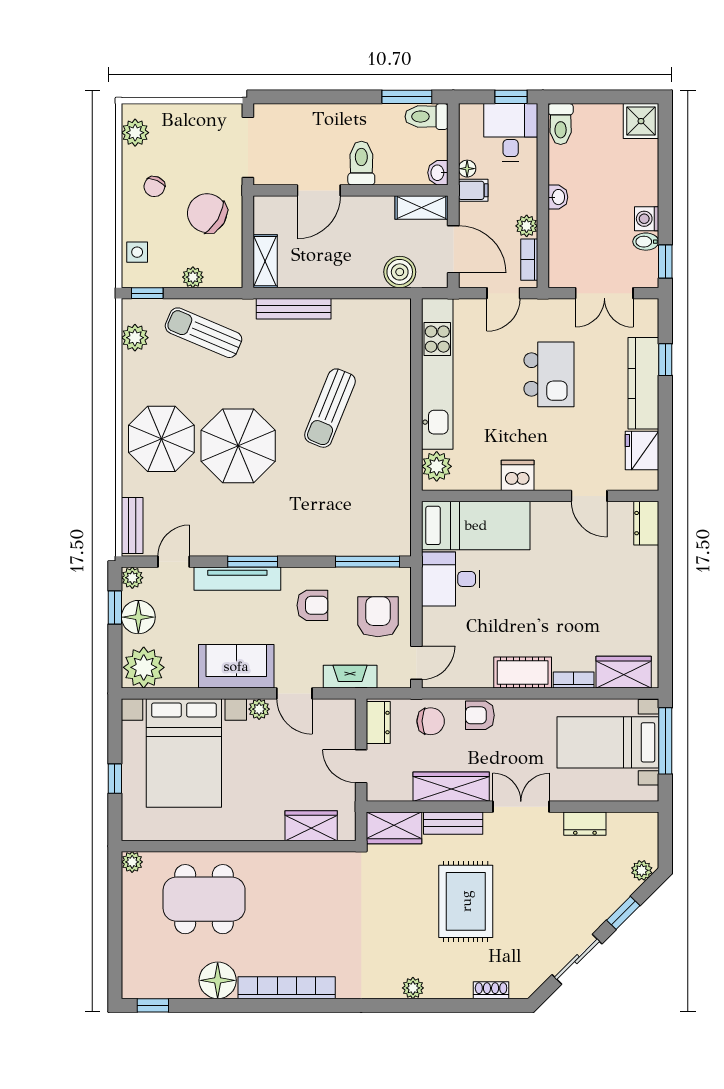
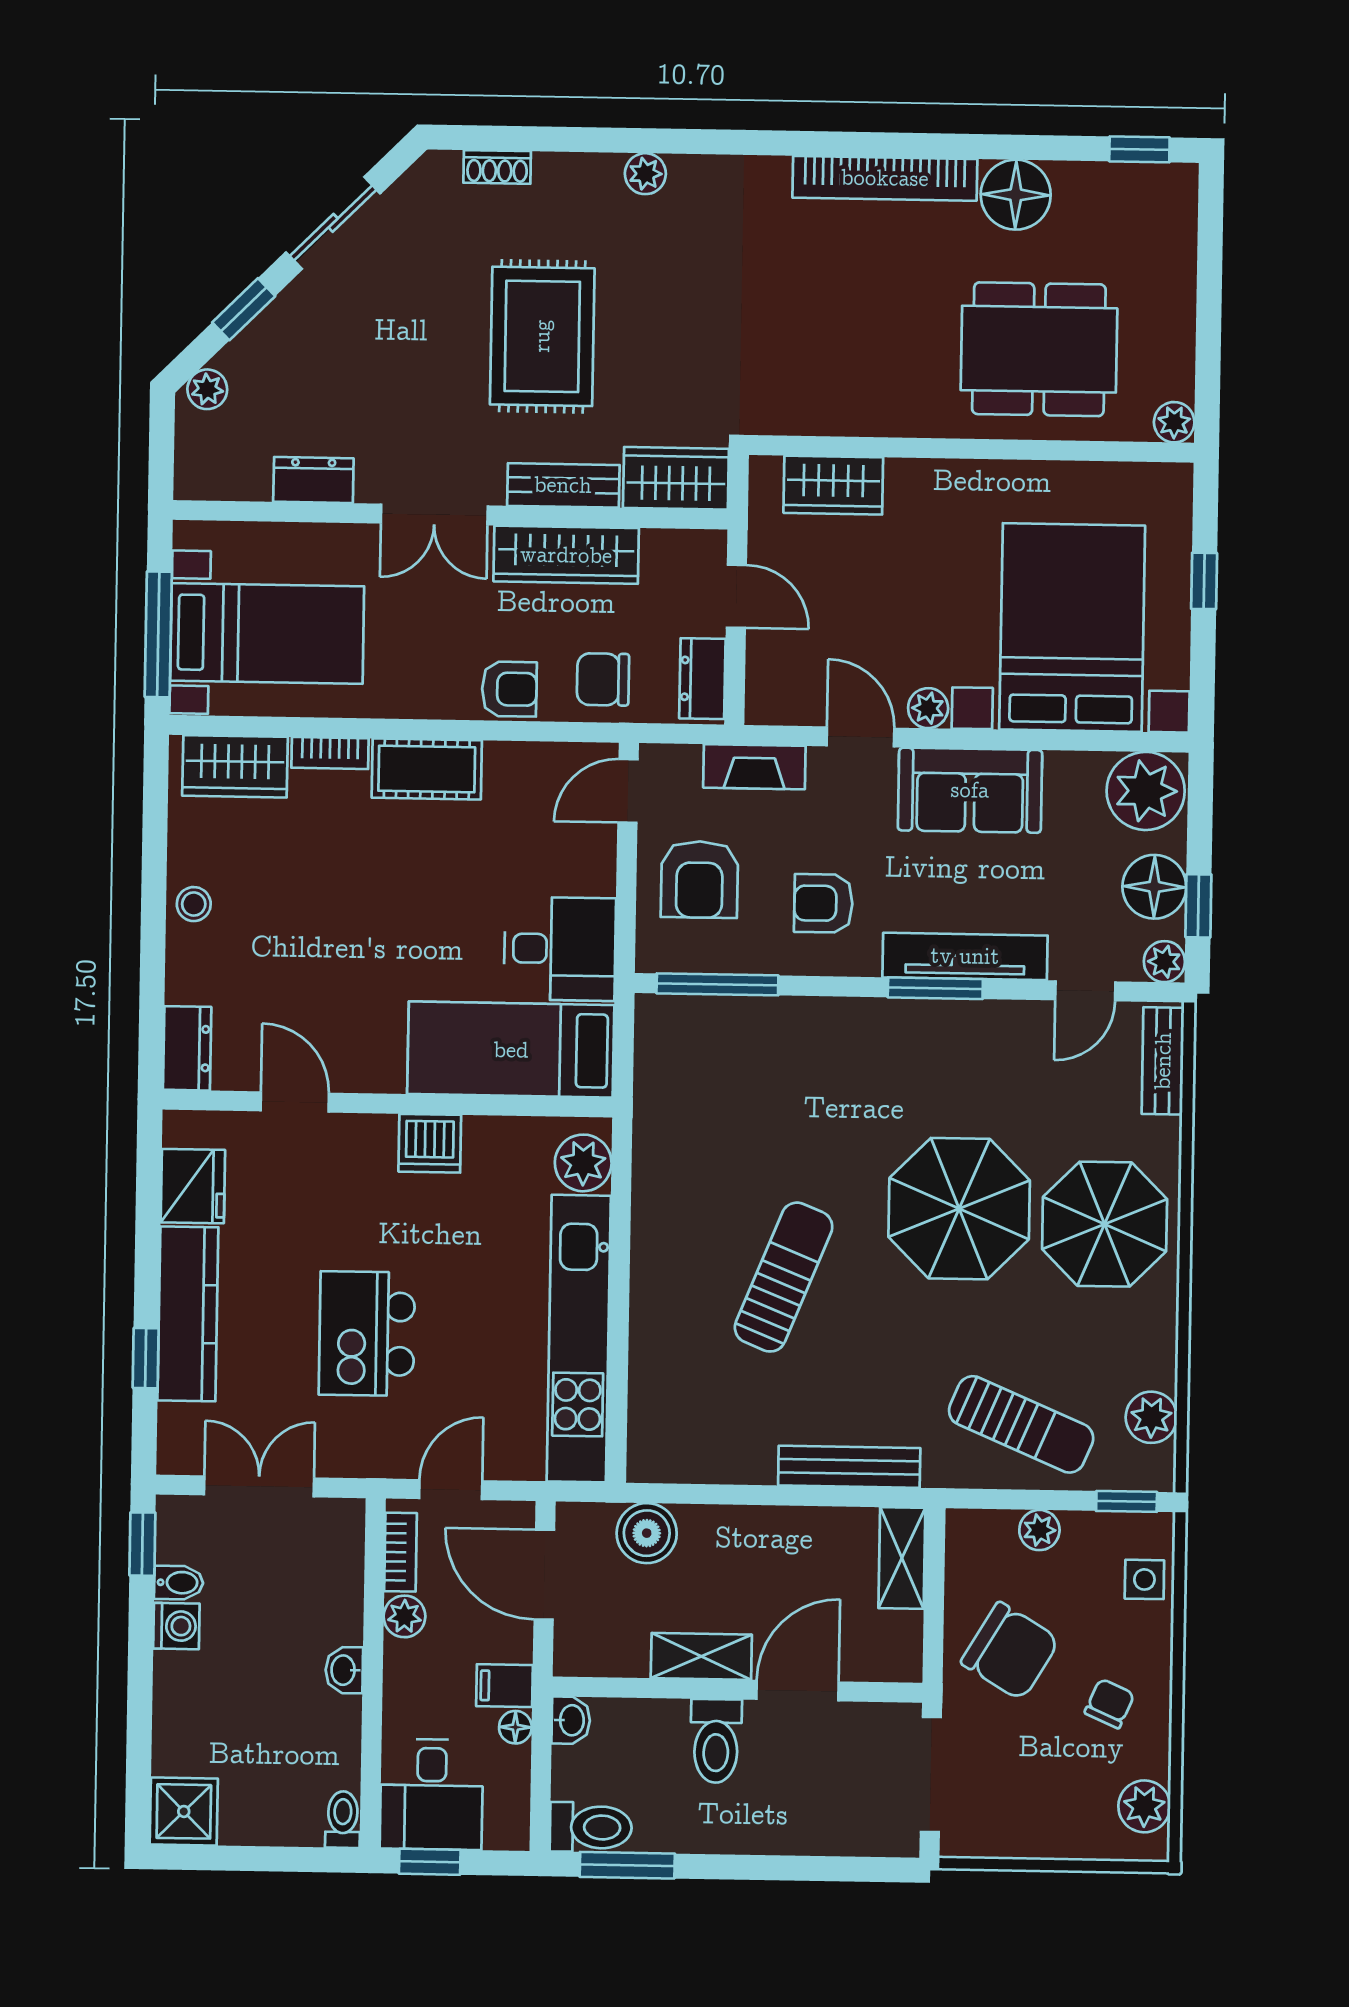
toilet: (561, 124) -> (343, 1820), width x0.73, depth x0.72
shelving: (422, 208) -> (701, 1656), moved
stool: (644, 599) -> (194, 904), added

